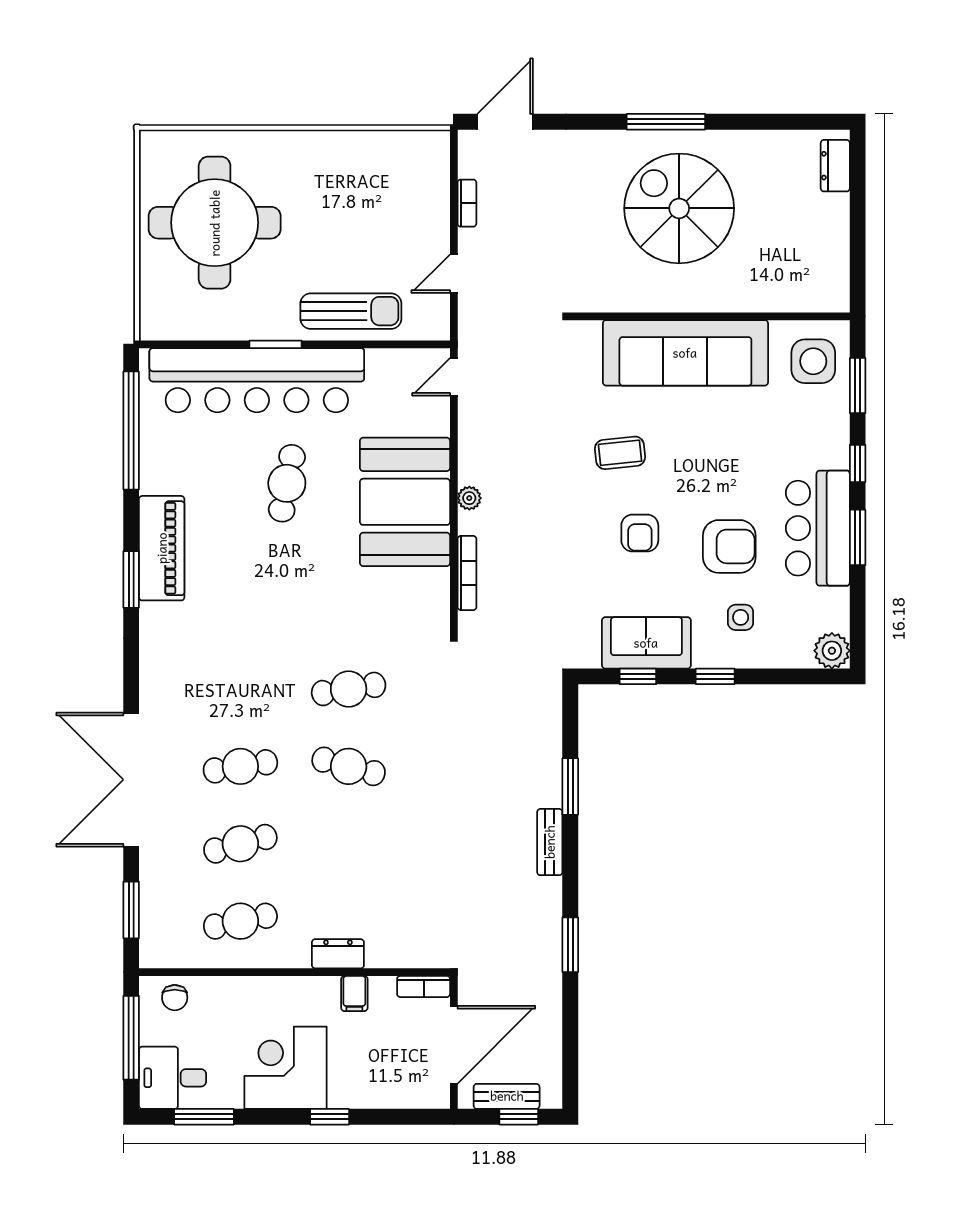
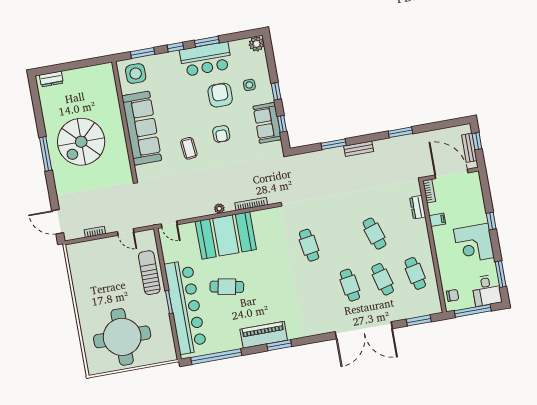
armchair: (640, 533) -> (221, 134), turned 90
cafe table: (349, 766) -> (374, 234), moved, turned -33
dresser: (338, 954) -> (418, 207), moved

